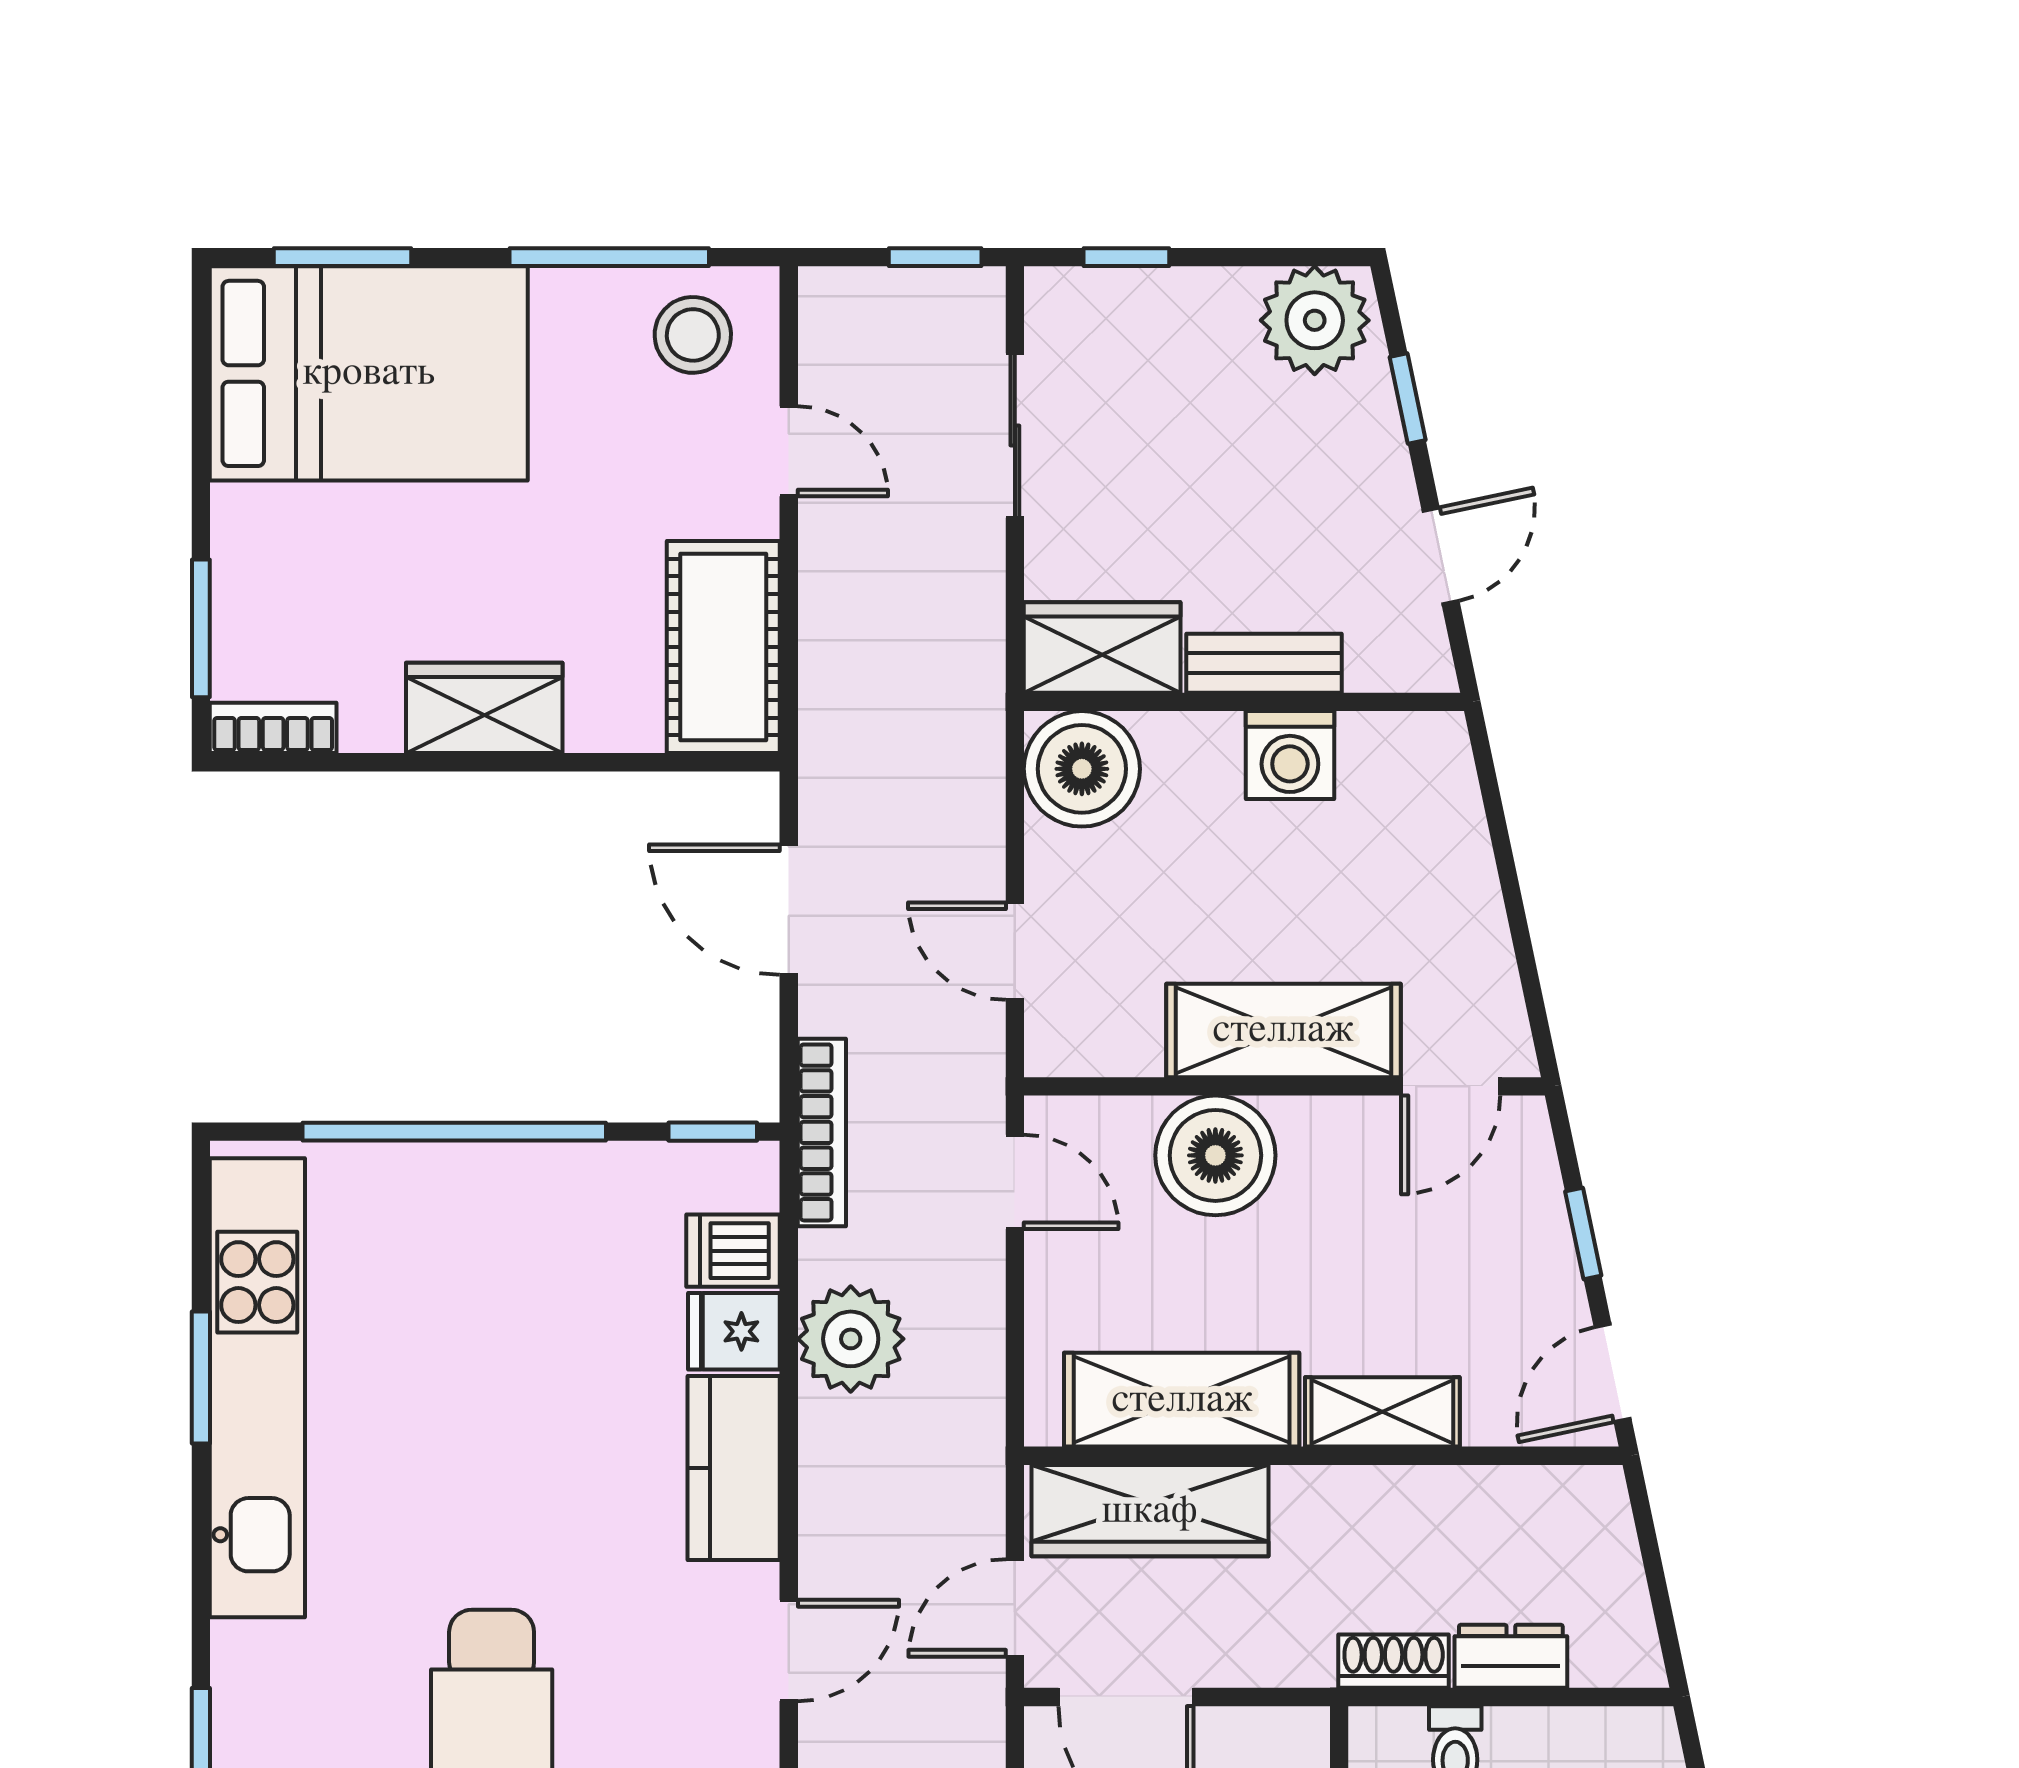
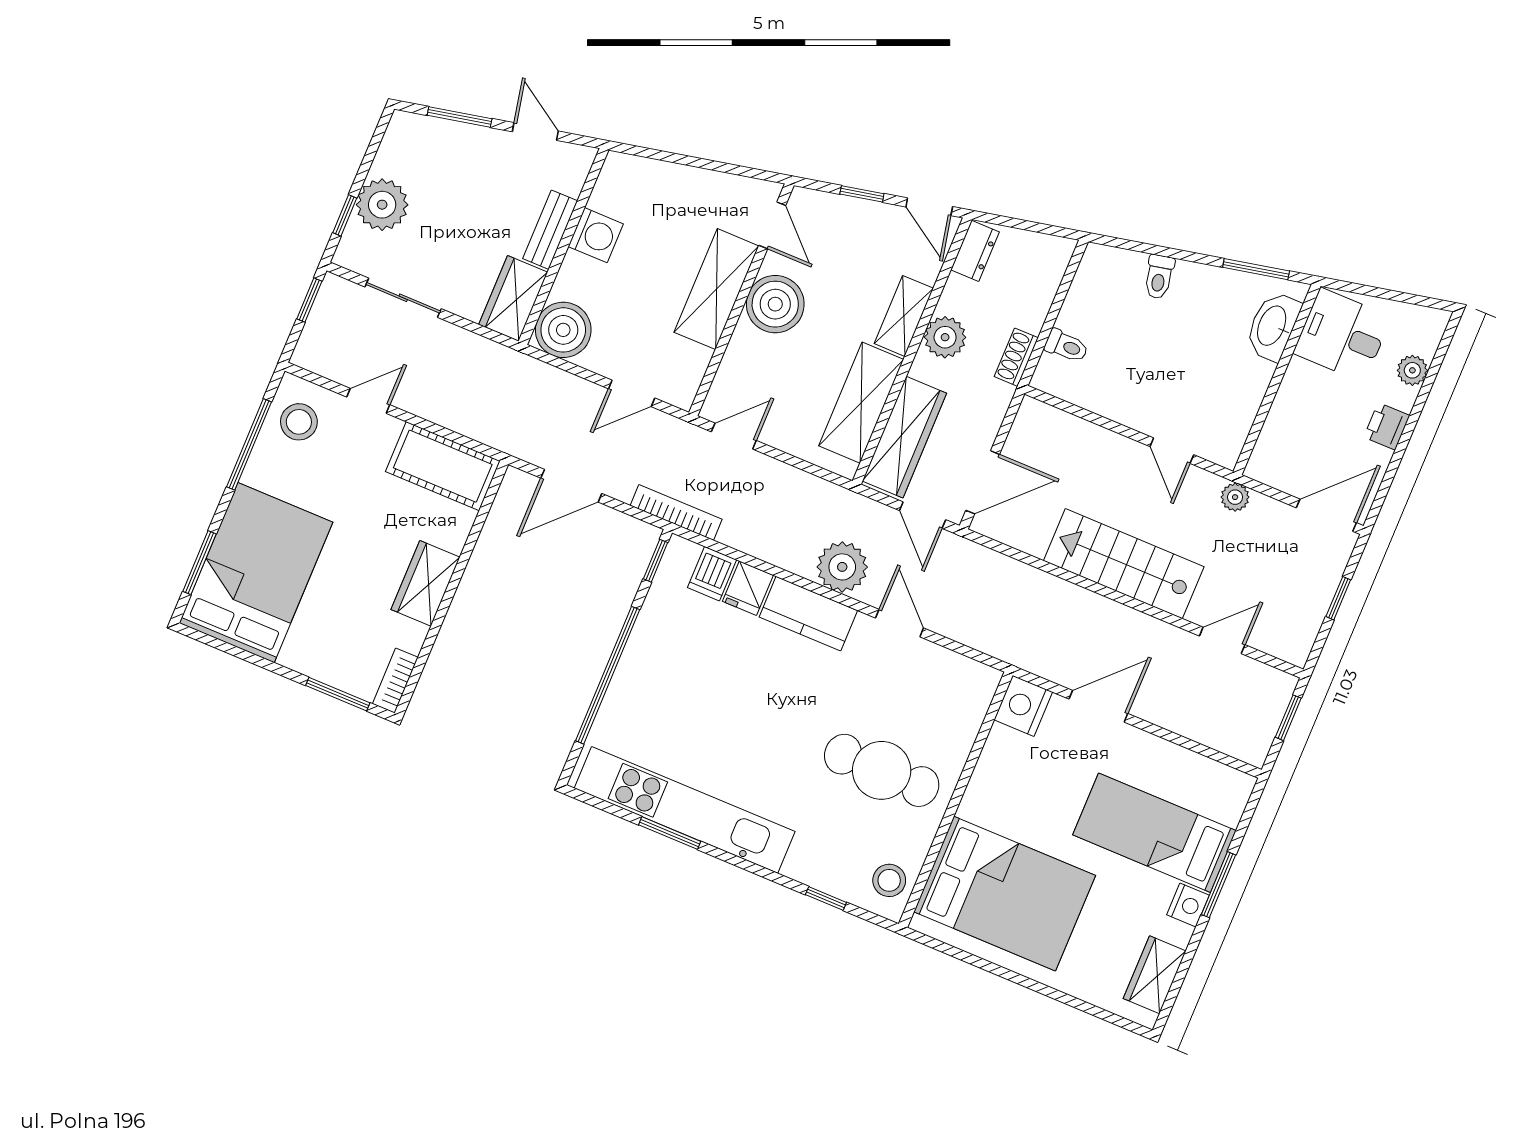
plant: (1315, 320) -> (382, 205), moved
window: (1408, 399) -> (460, 117), width x1.50
boiler: (1215, 1155) -> (775, 304), moved
plant: (851, 1339) -> (842, 567), moved
plant: (1375, 1508) -> (945, 337), added
dresser: (1511, 1656) -> (975, 251), moved, turned 180

